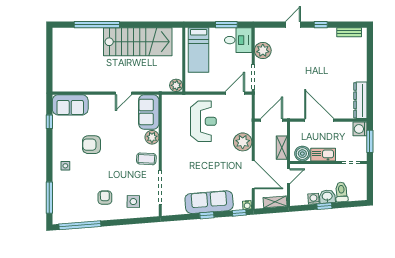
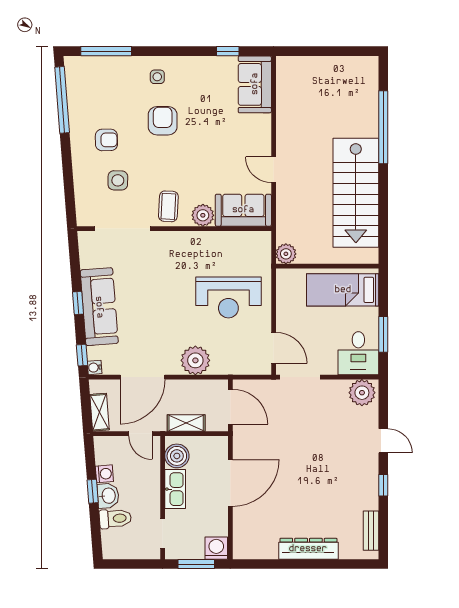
plant: (263, 50) -> (362, 393), moved
dresser: (360, 100) -> (308, 549), moved
armchair: (92, 145) -> (163, 121), moved
side table: (133, 202) -> (118, 180), moved

